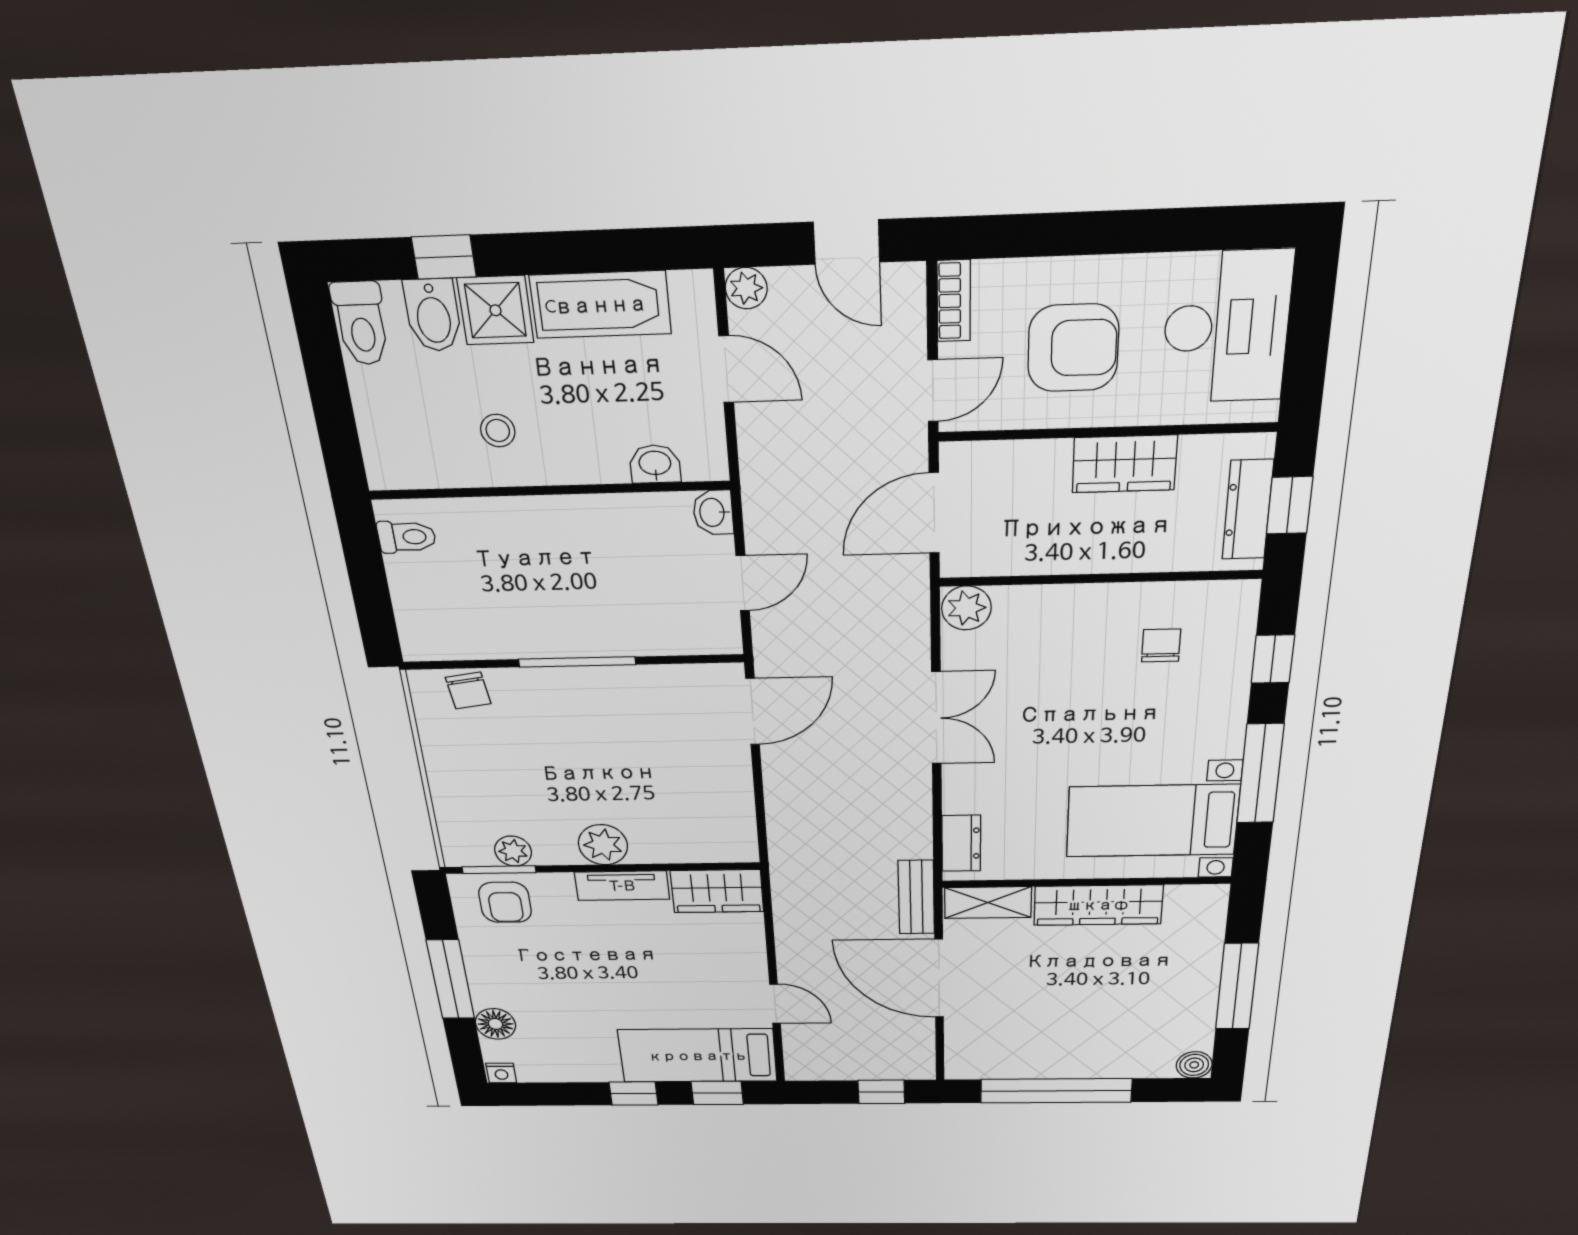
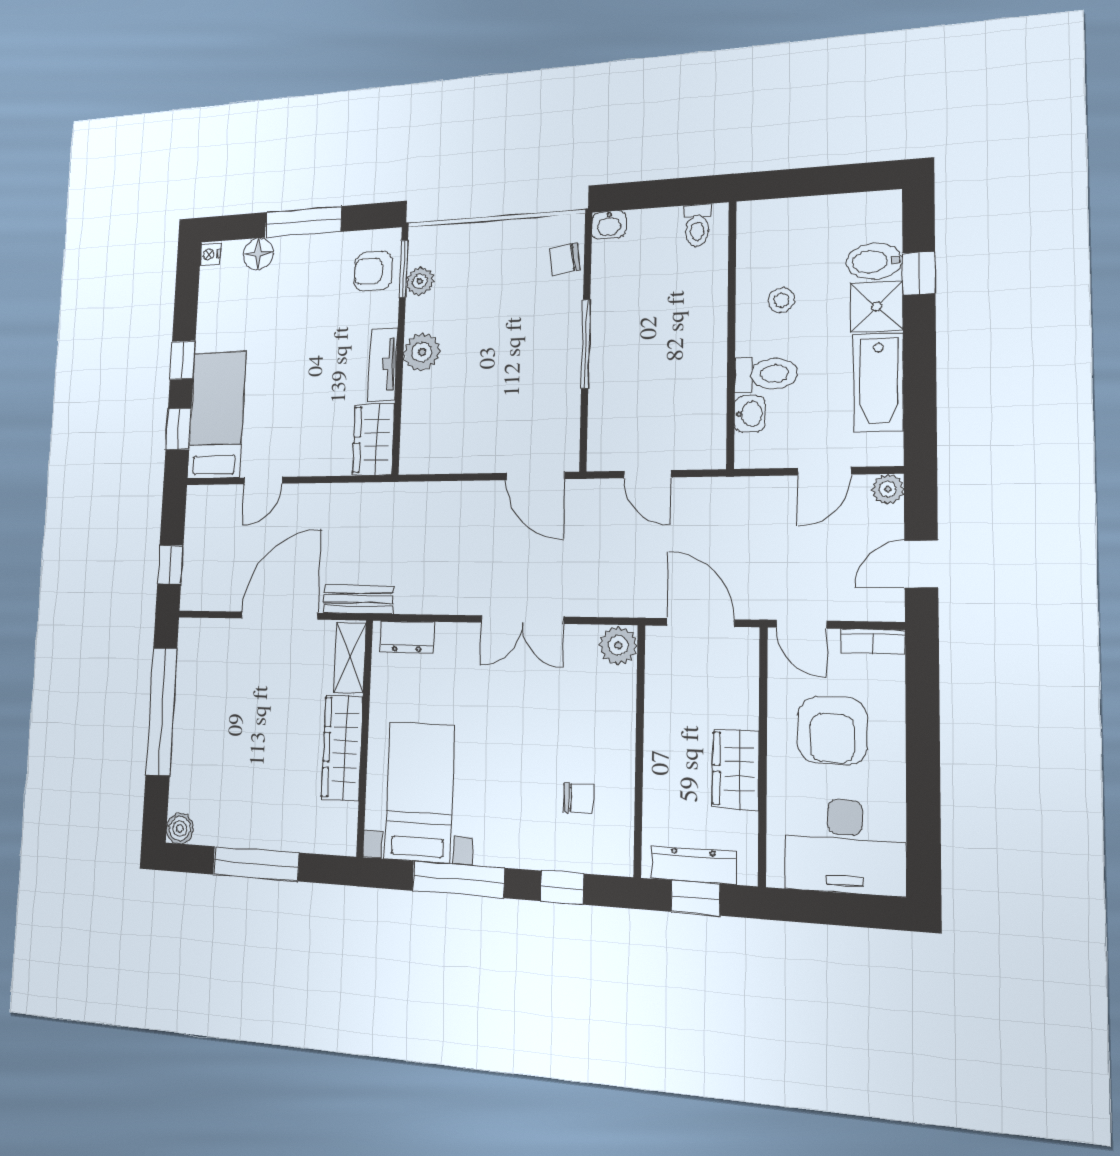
toilet: (361, 323) -> (766, 374), moved, turned 180
washbasin: (713, 512) -> (609, 225), moved, turned 180

